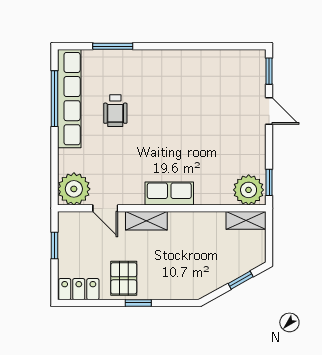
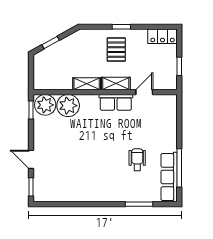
row of seats: (69, 99) -> (169, 177), width x0.73
plant: (74, 189) -> (68, 106), moved
row of seats: (169, 194) -> (116, 102), moved
door: (105, 208) -> (144, 92), hinge flipped
shelving: (246, 220) -> (87, 84), moved
pallet: (124, 278) -> (116, 50), moved

